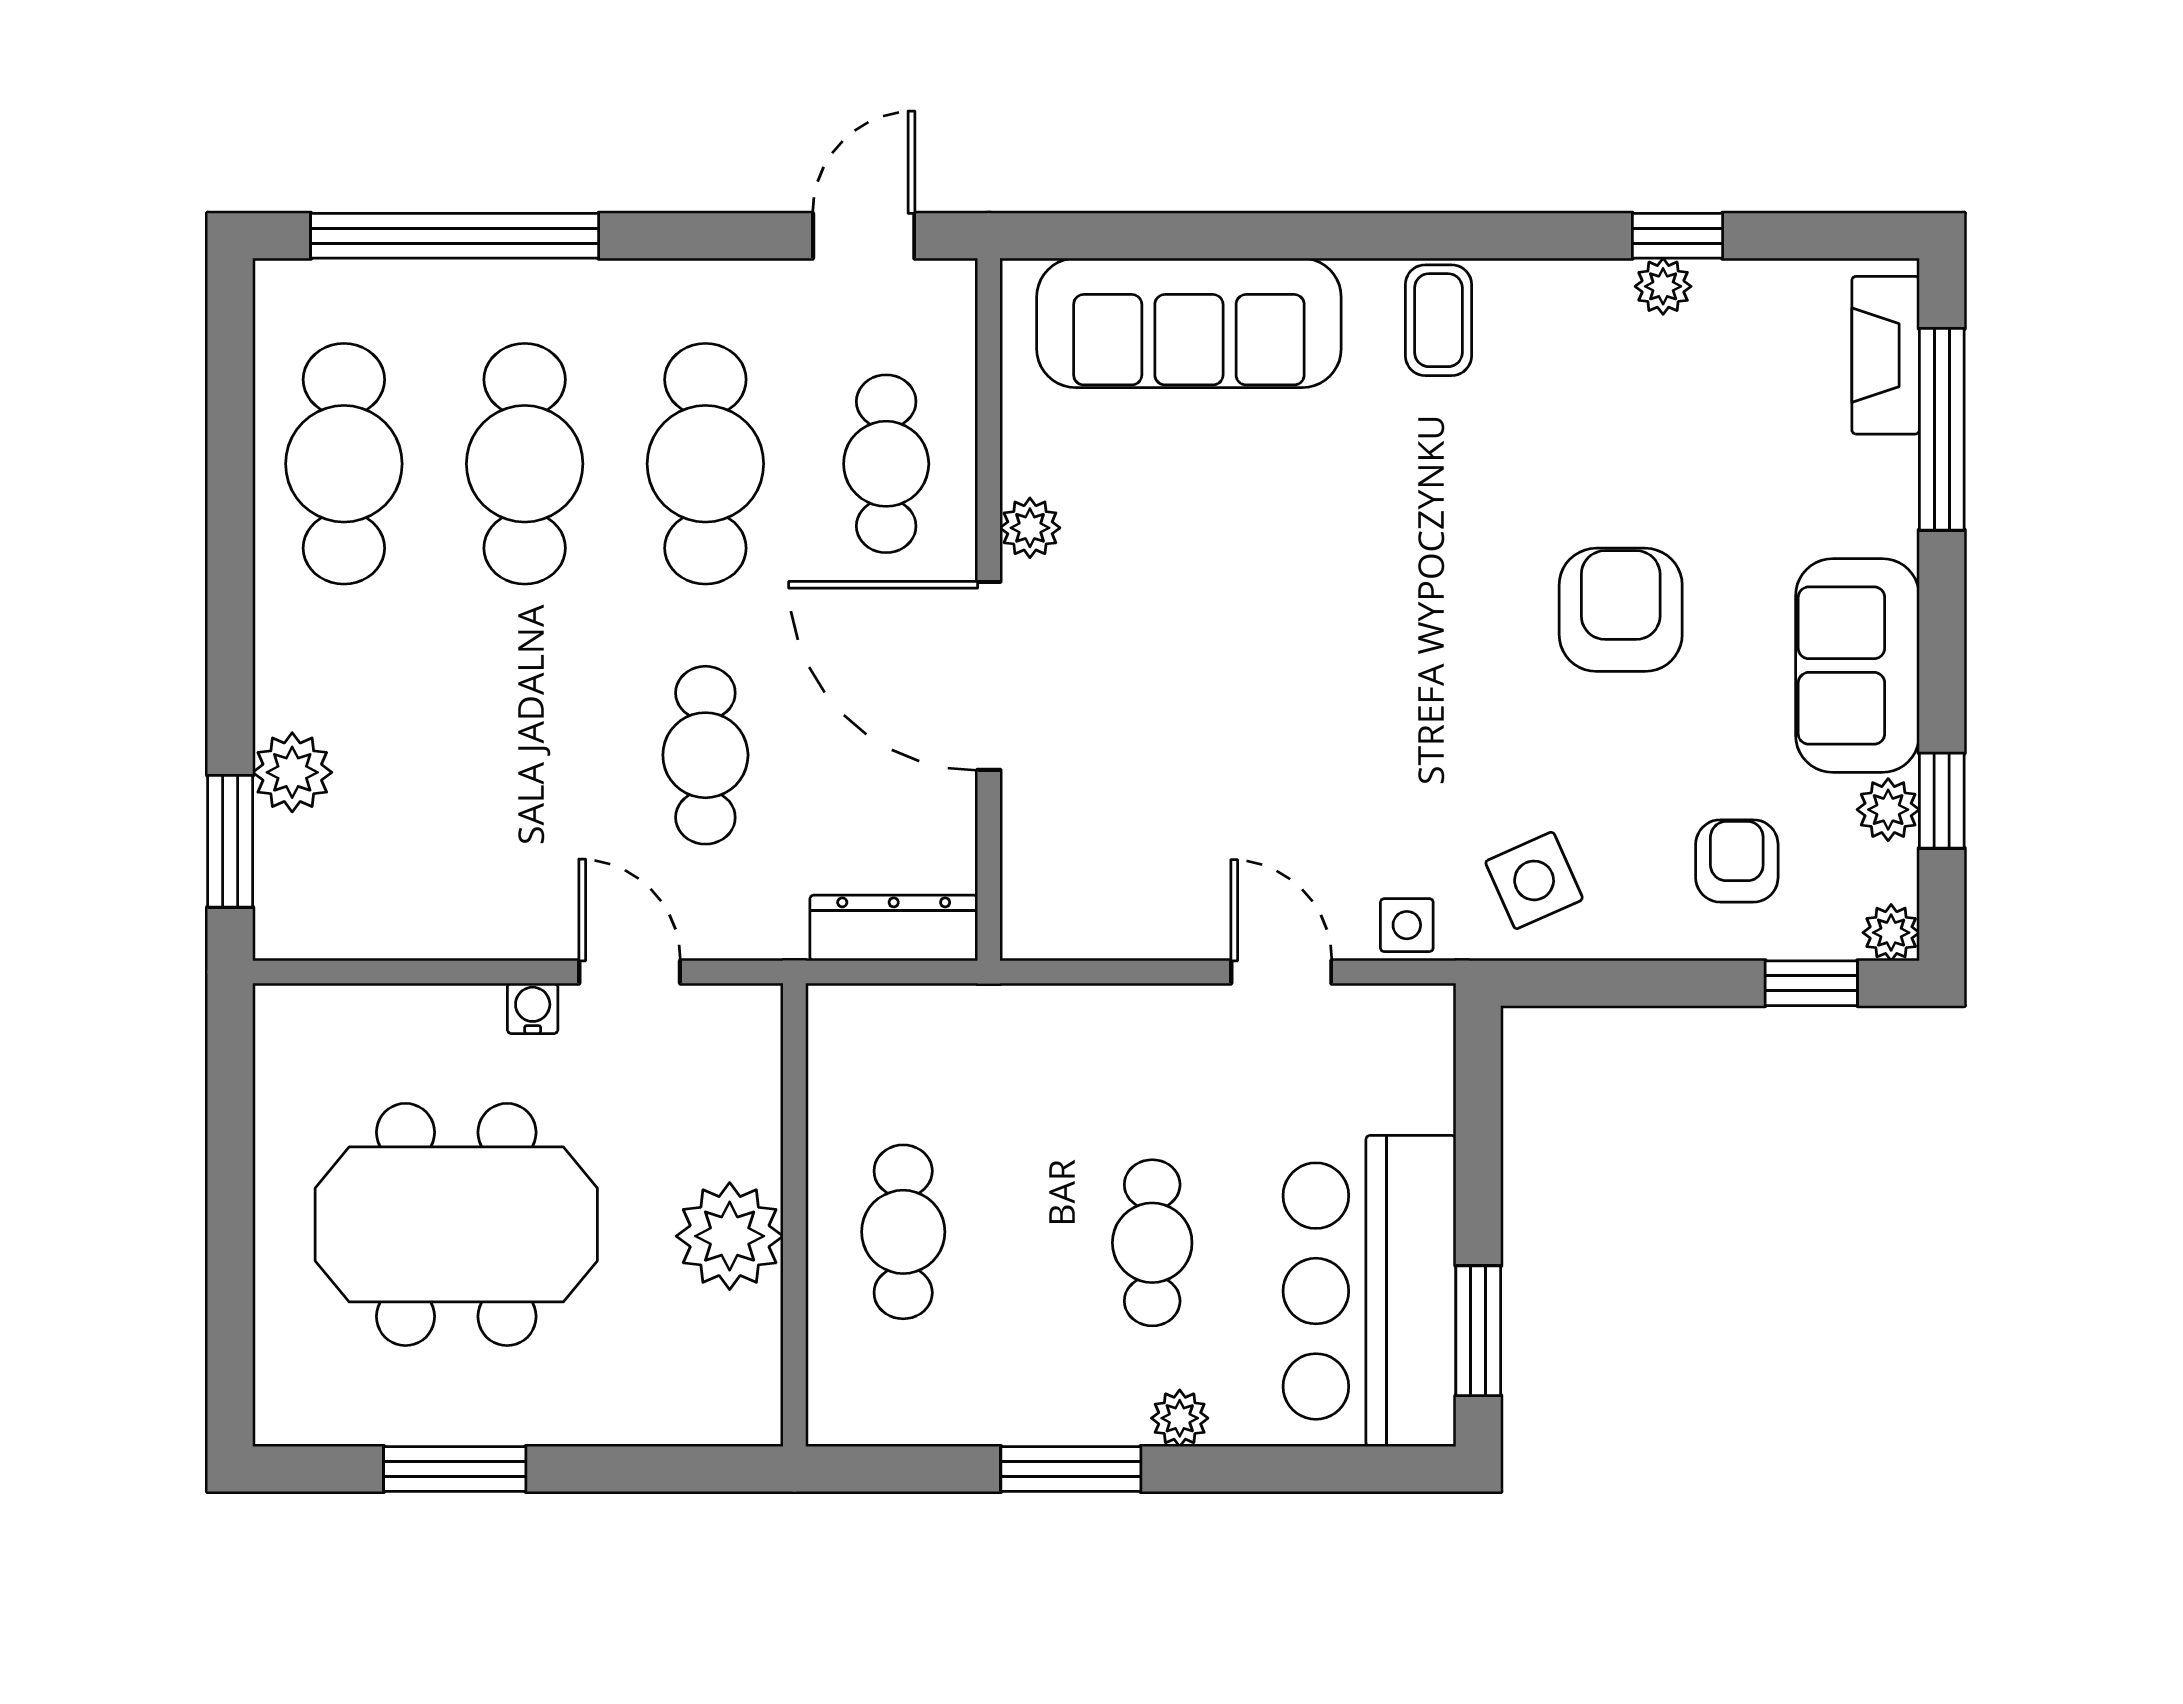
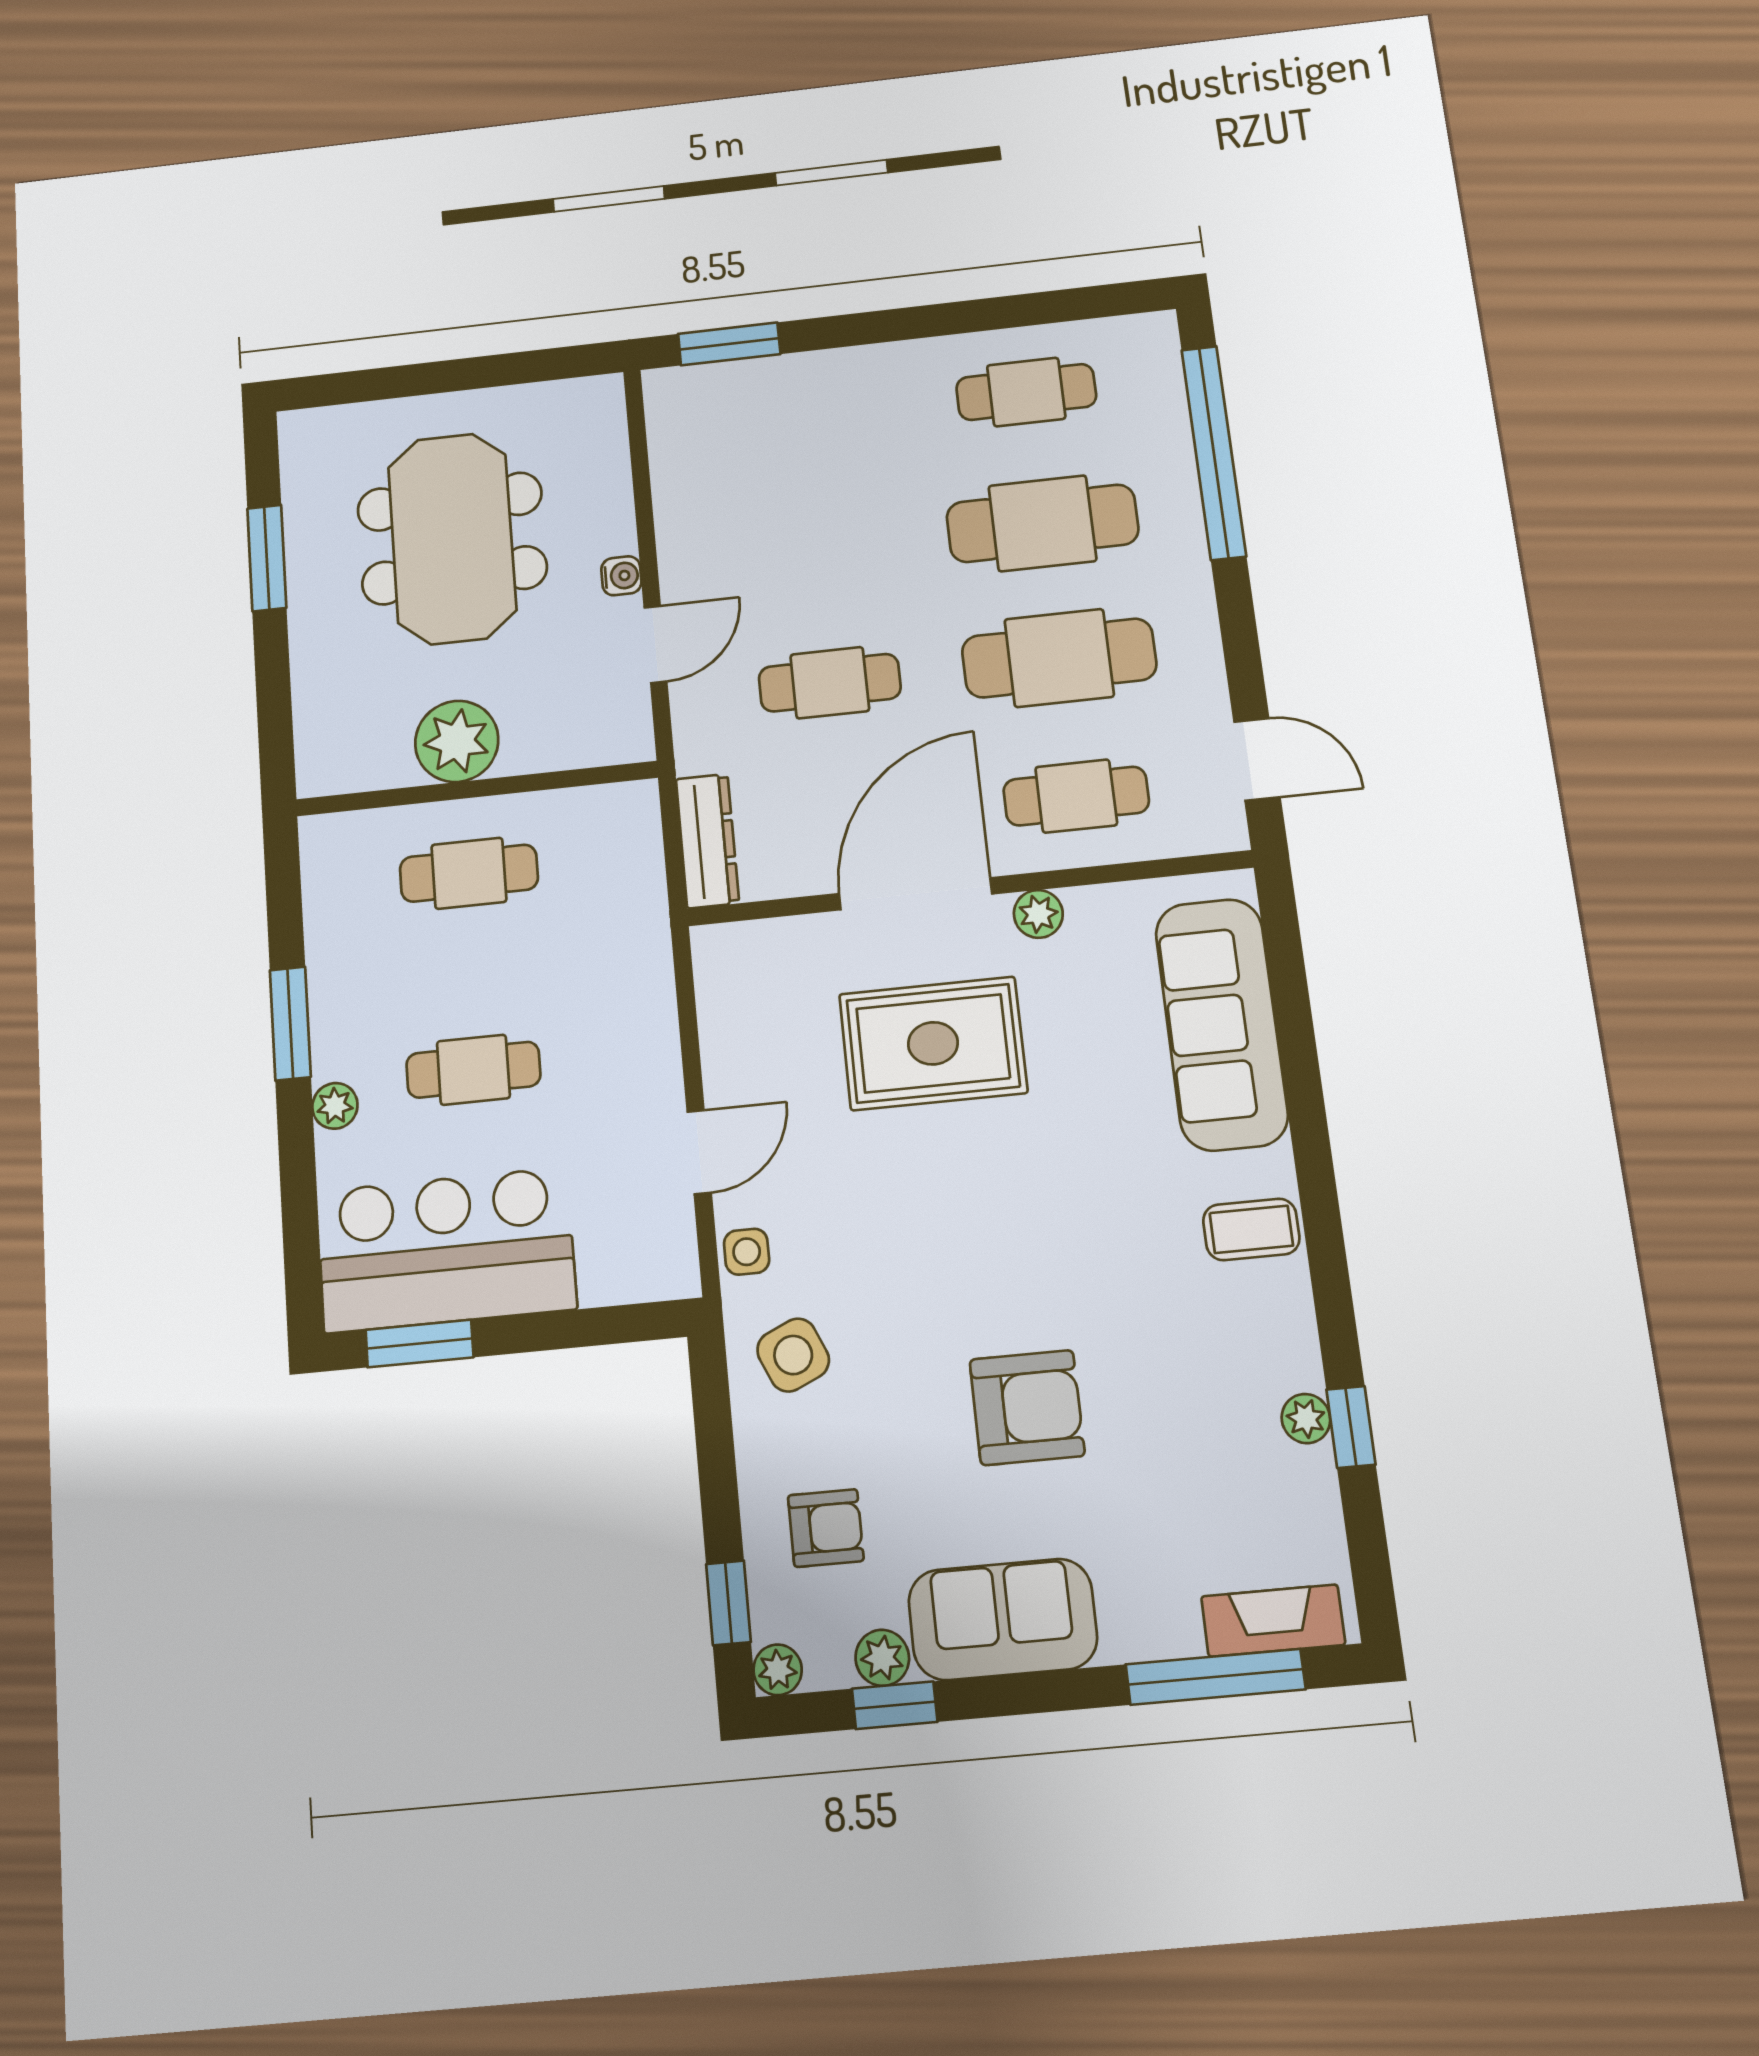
cafe table: (344, 464) -> (1026, 392), width x0.73, depth x0.74
rug: (1177, 674) -> (933, 1043), added
plant: (292, 772) -> (786, 382), removed

